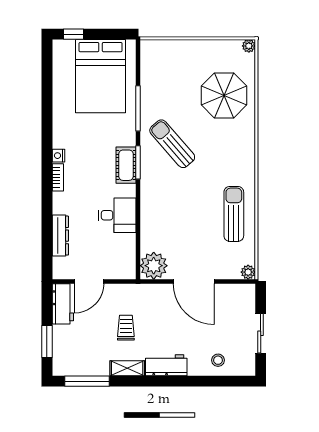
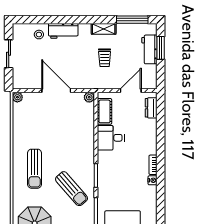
cot: (126, 165) -> (104, 111), moved
sun lounger: (234, 214) -> (35, 169), moved
dresser: (60, 236) -> (151, 108), moved, width x0.70
plant: (154, 266) -> (89, 97), width x0.53, depth x0.53
workbench: (63, 304) -> (149, 49), moved
workbench: (166, 365) -> (63, 31), moved

